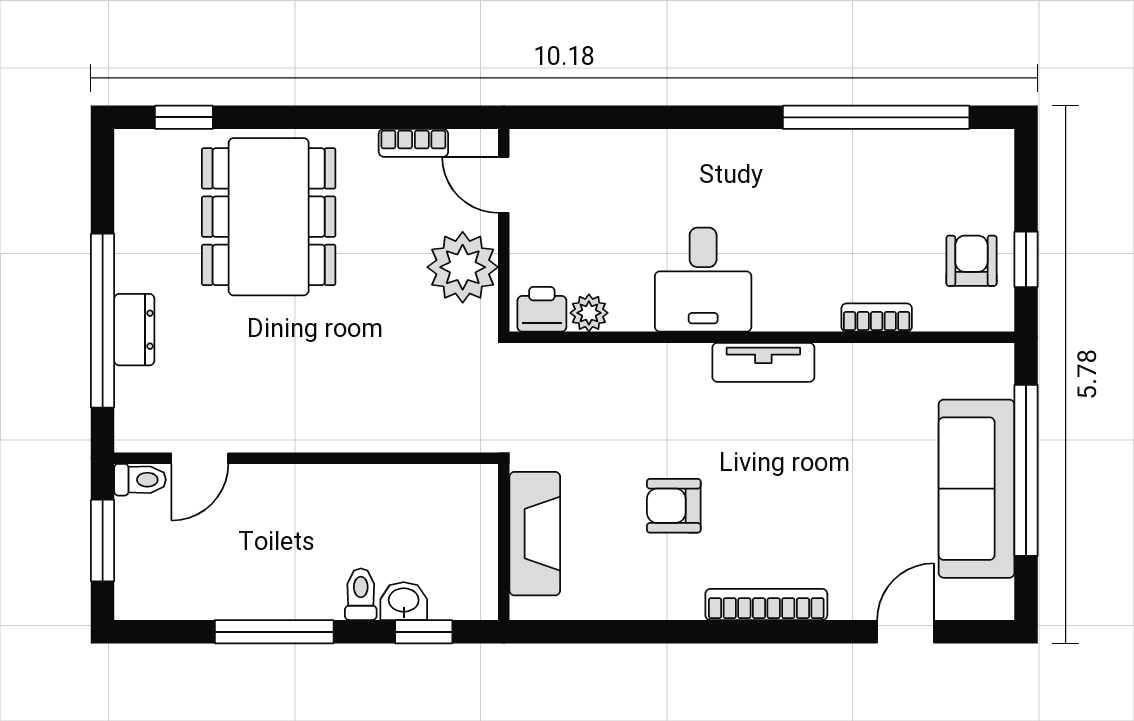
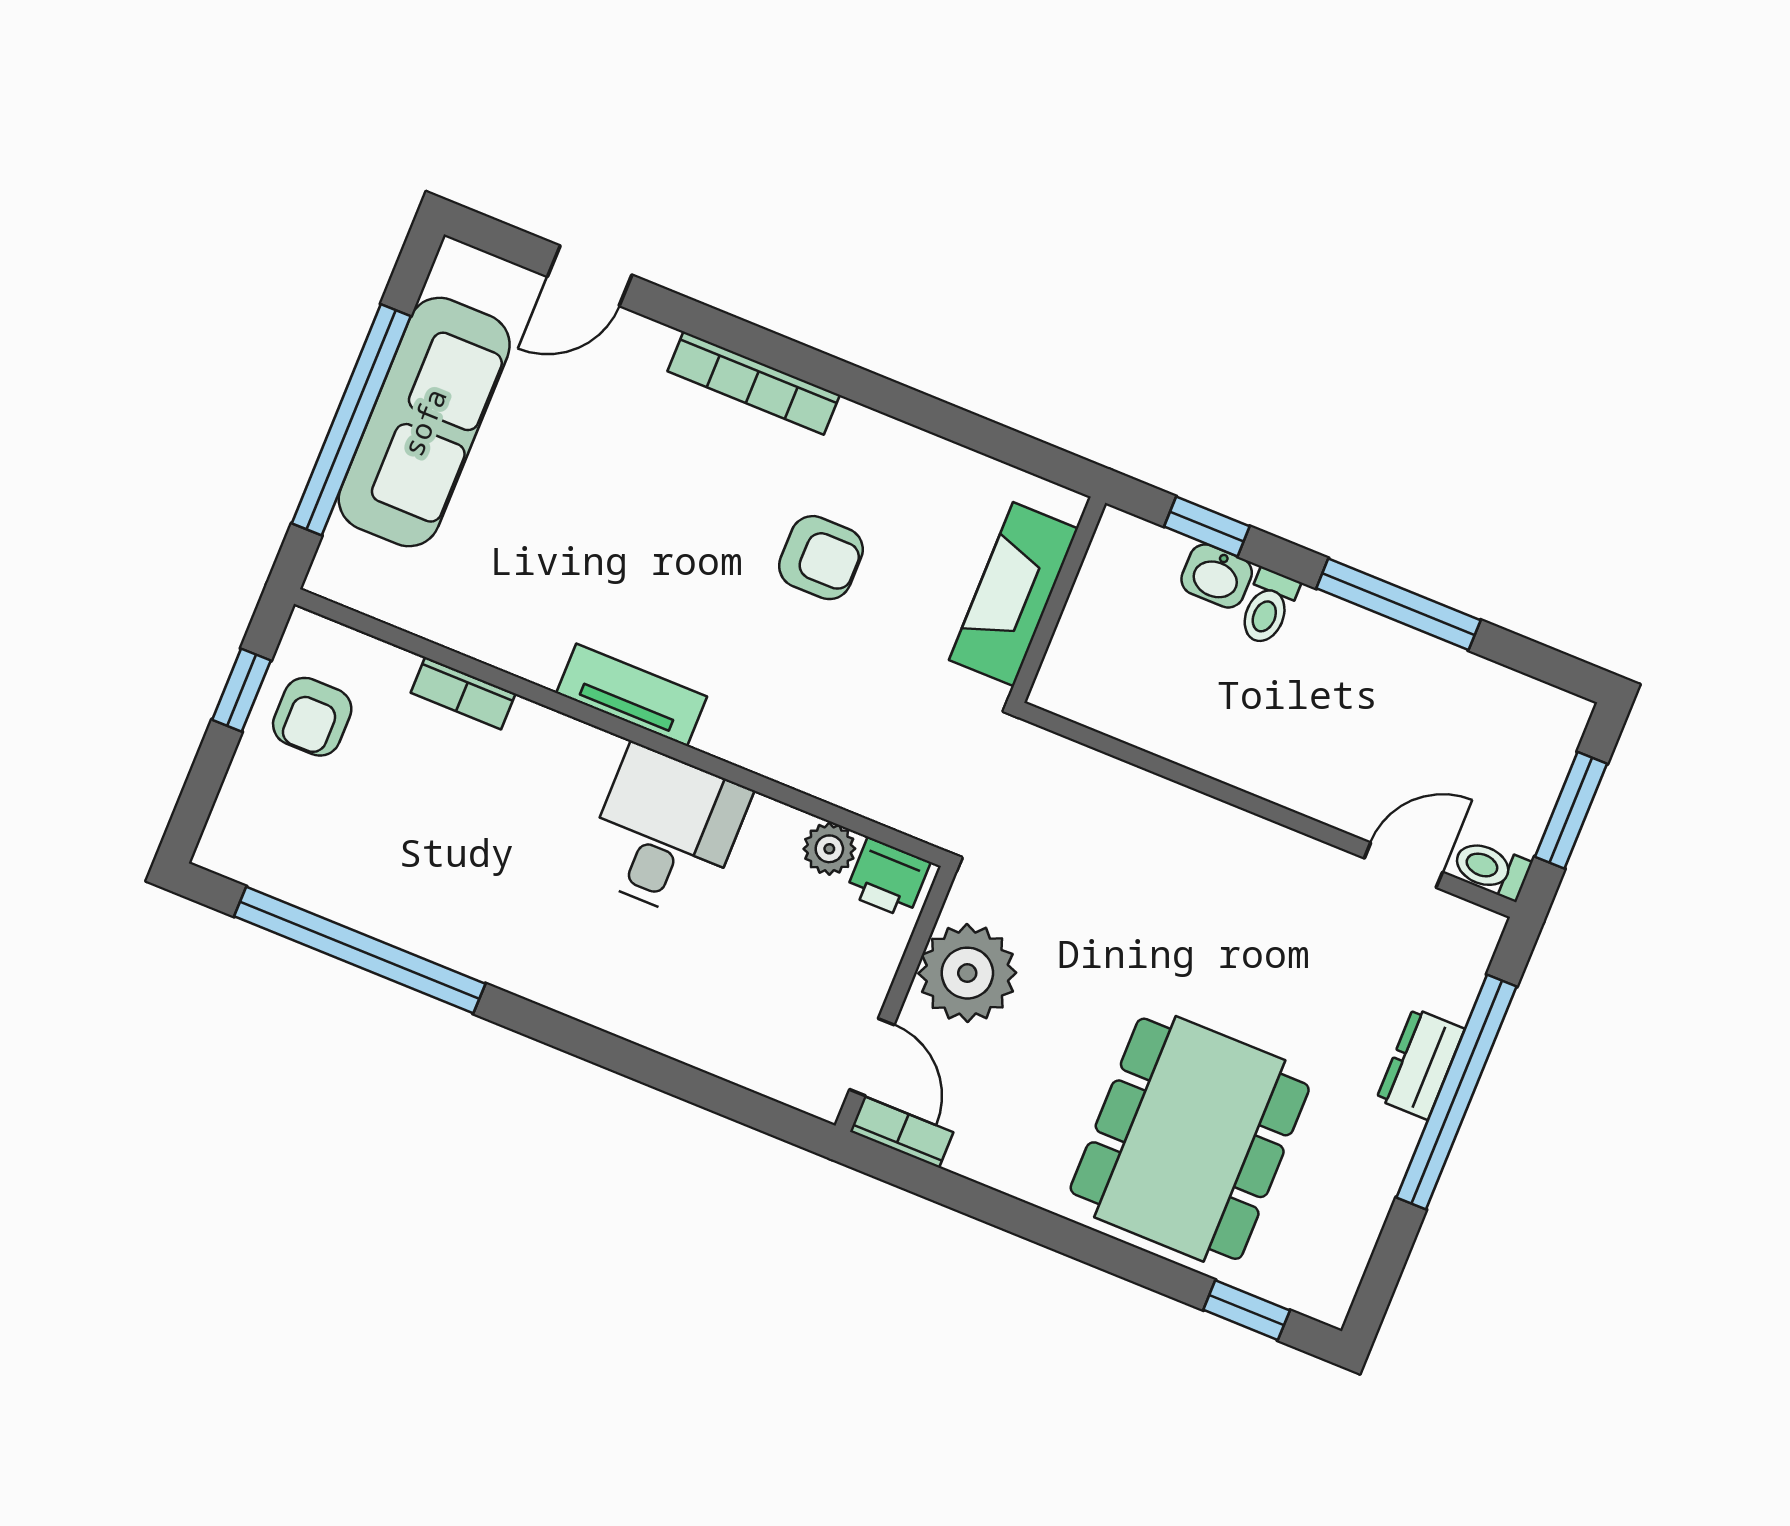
bookcase: (413, 143) -> (902, 1132), moved

